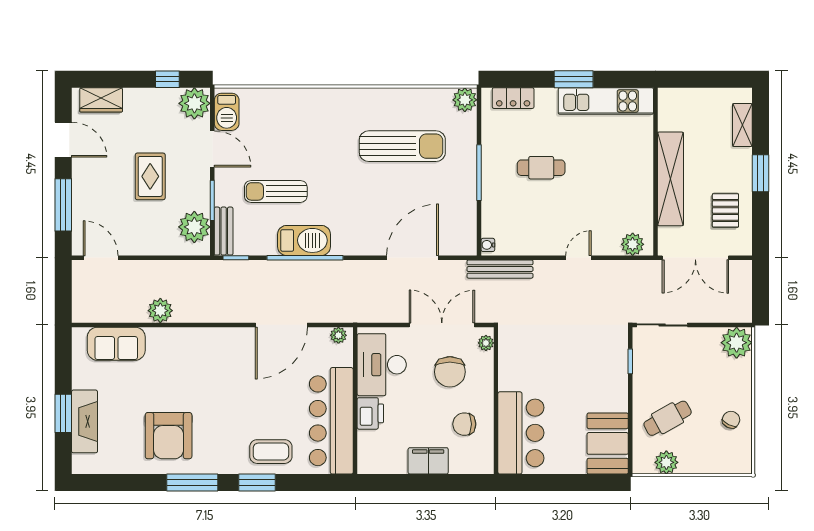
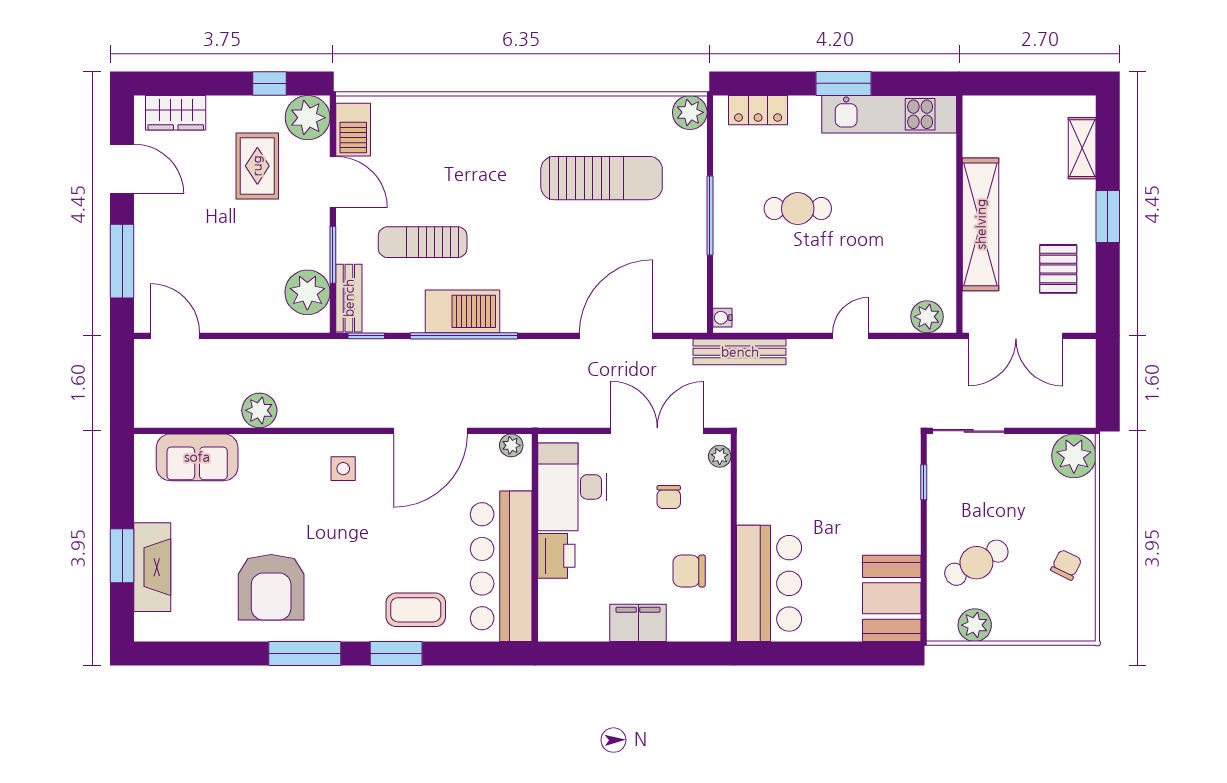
rug: (150, 176) -> (257, 166), moved
side table: (220, 352) -> (343, 469), added
chair: (450, 372) -> (669, 497), width x0.54, depth x0.54

